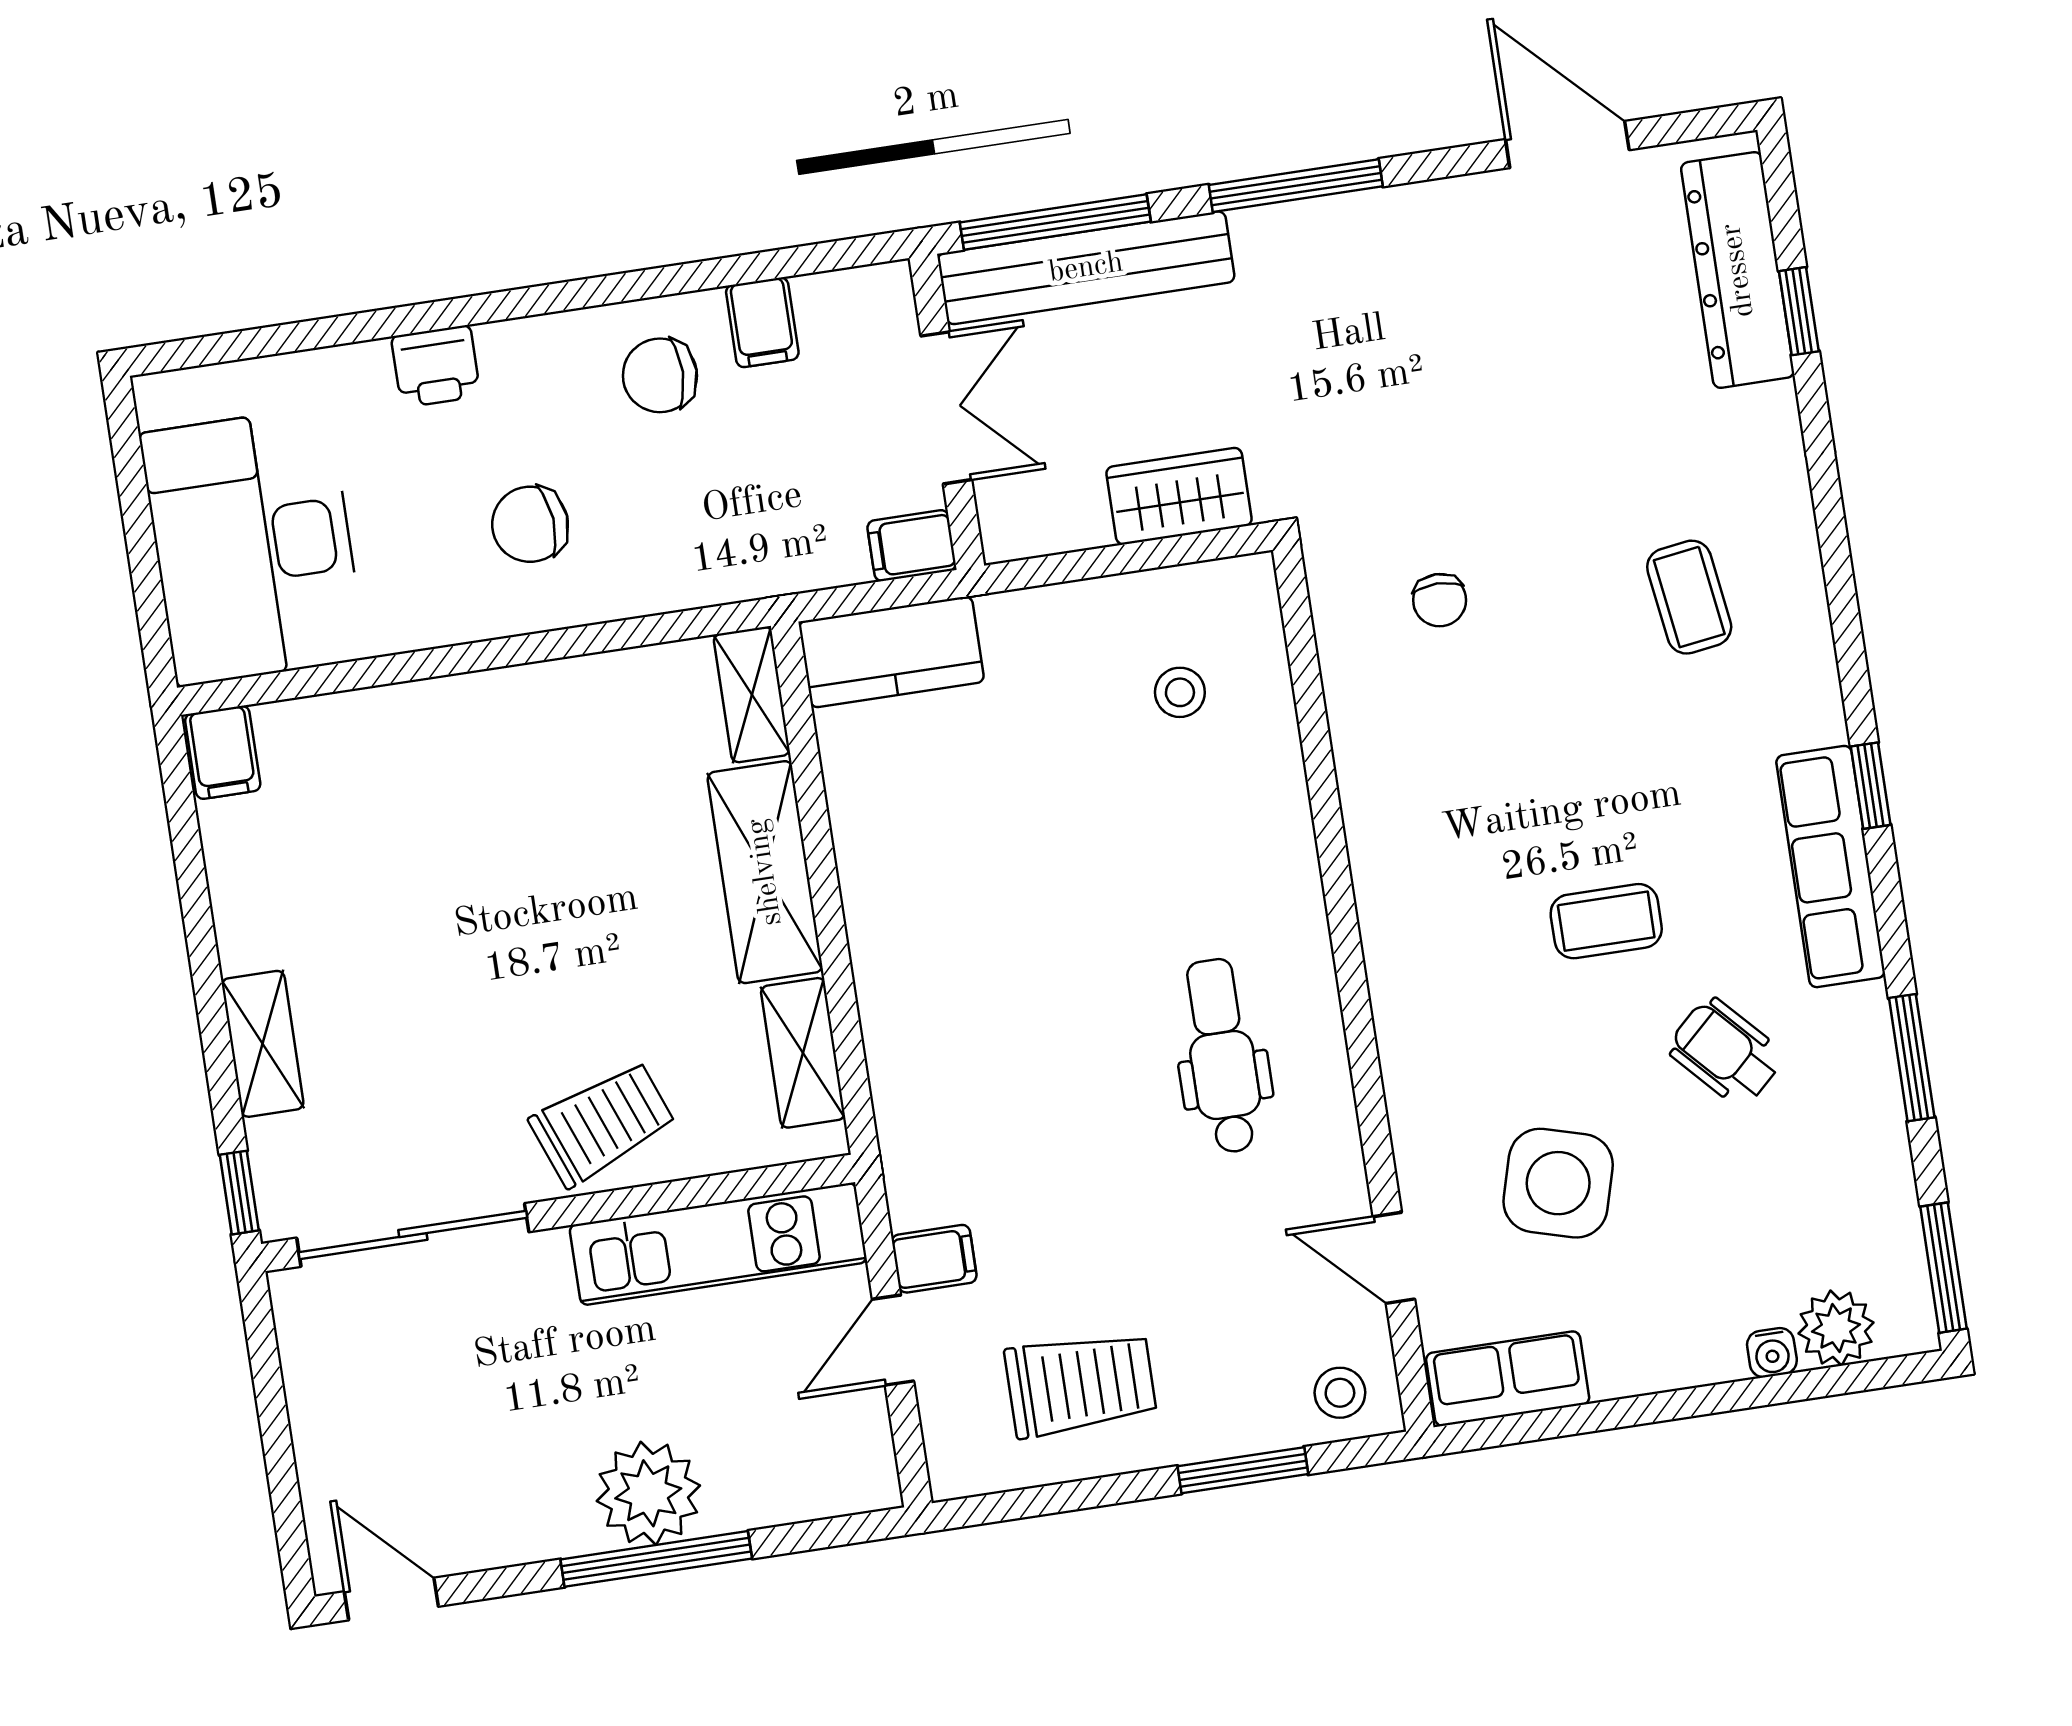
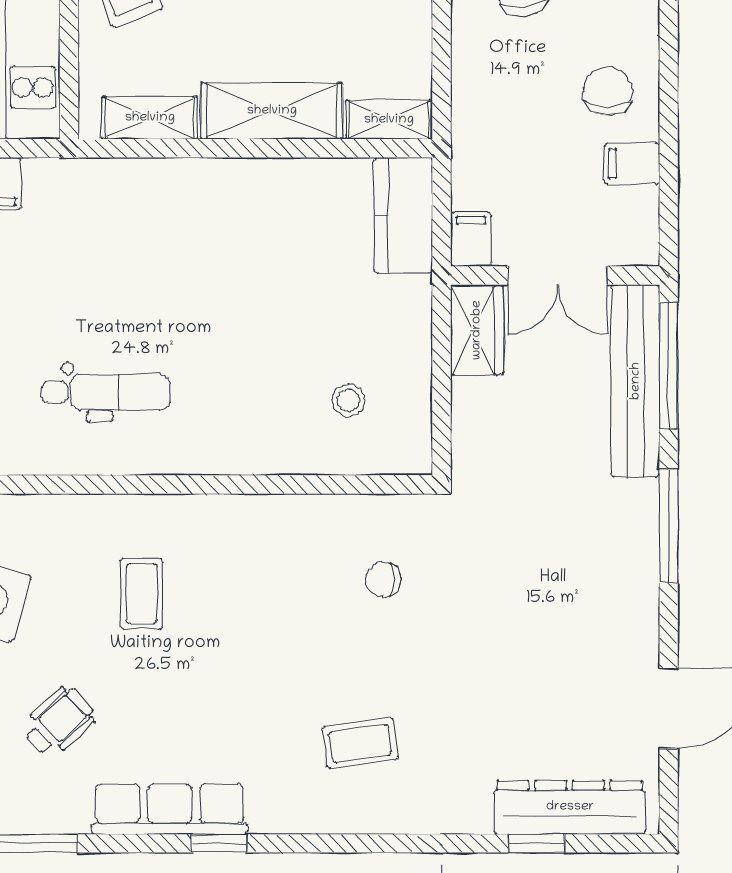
wardrobe: (1179, 496) -> (477, 330), moved
coffee table: (1606, 921) -> (142, 594), moved

